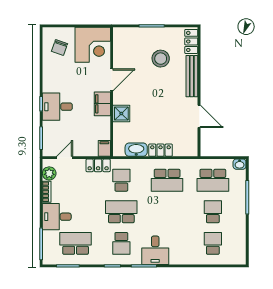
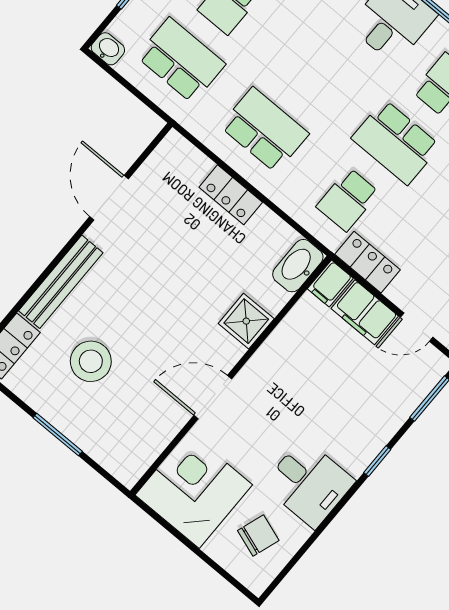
filing cabinet: (102, 104) -> (365, 312), moved, turned 90
desk: (57, 107) -> (309, 483), moved
washbasin: (136, 150) -> (298, 266), moved, turned 90

